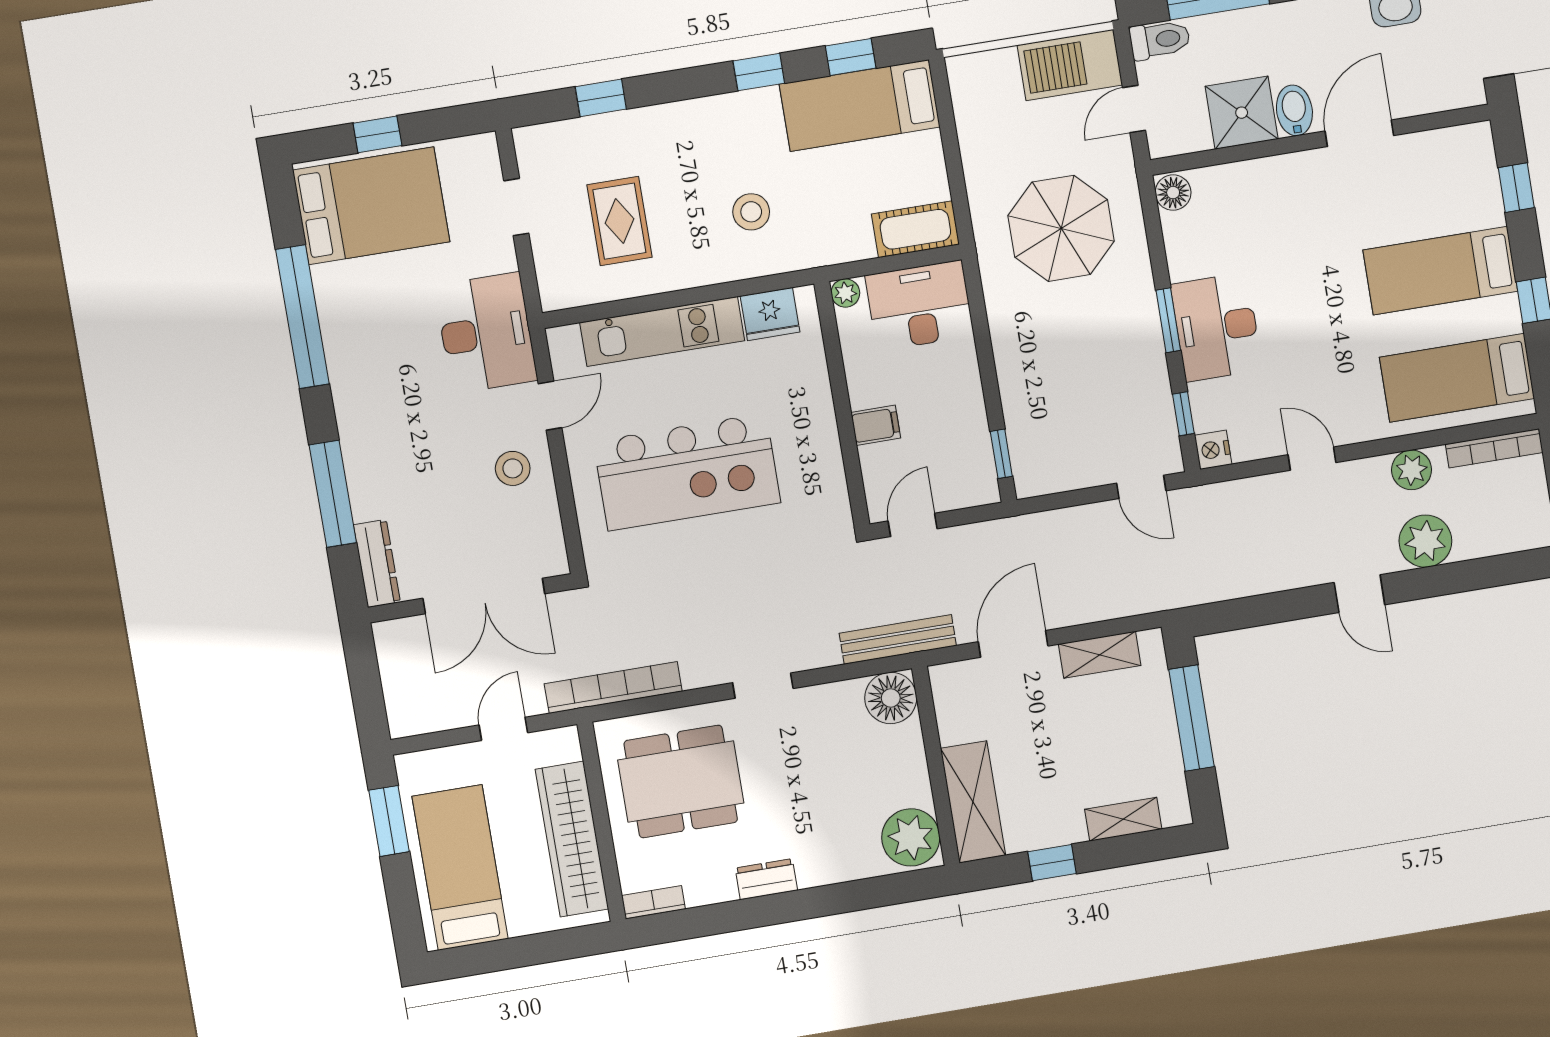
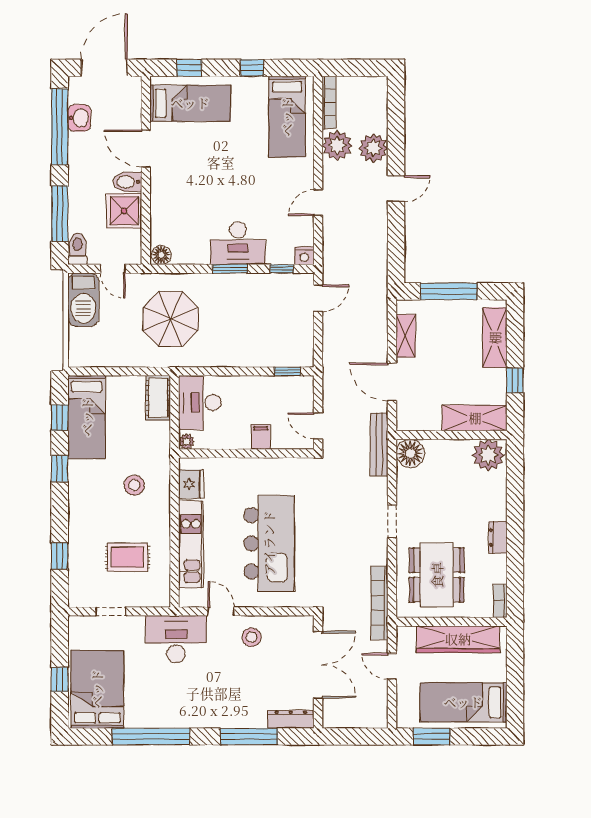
bed: (1440, 271) -> (190, 103), moved, turned -90
plant: (1412, 470) -> (337, 145), width x1.36, depth x1.36
shelving: (1123, 819) -> (495, 338), width x1.50, depth x1.33

